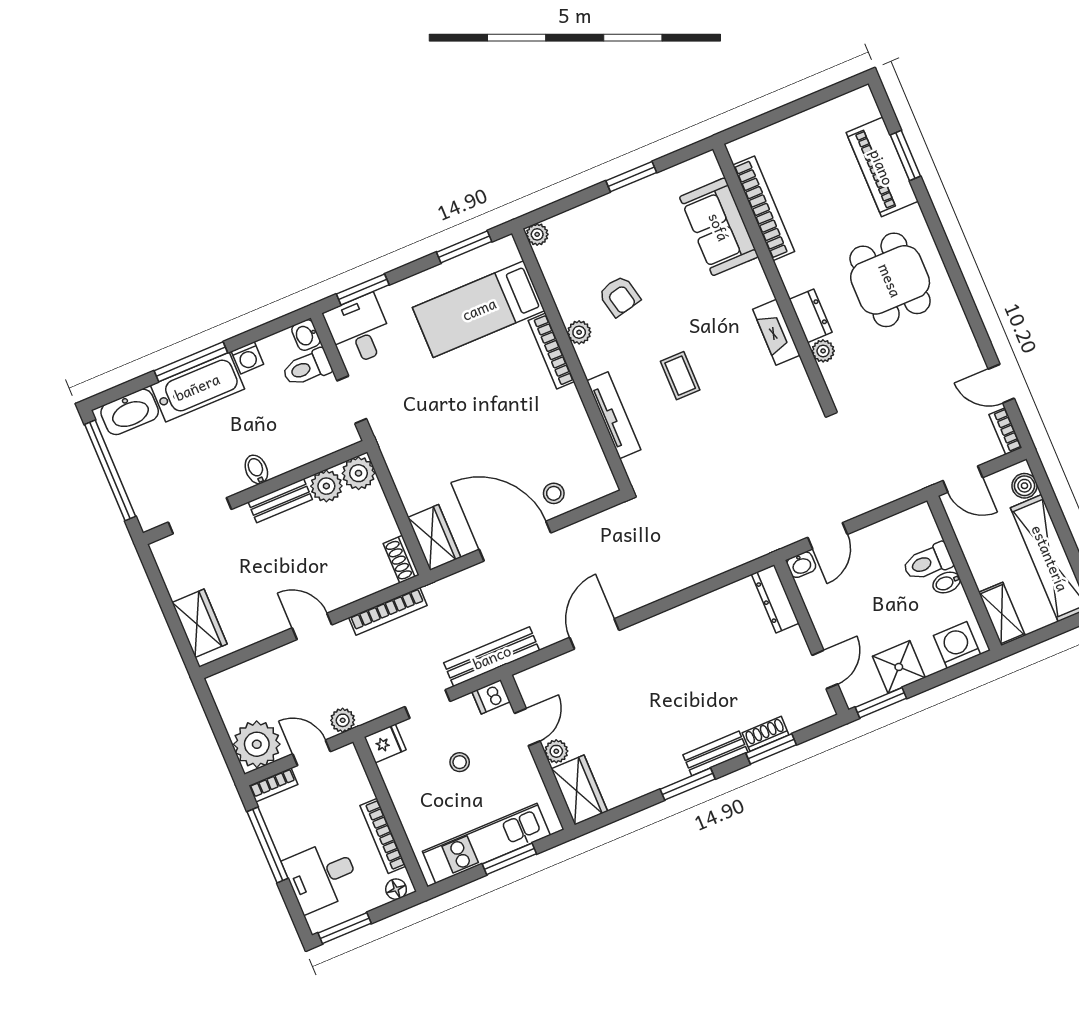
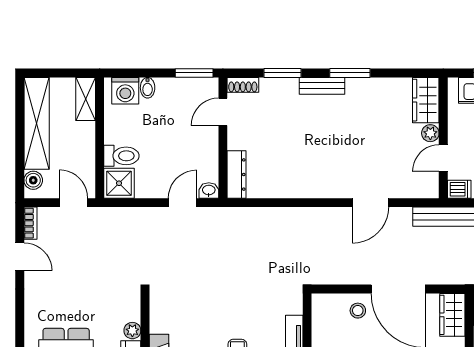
bidet: (947, 583) -> (148, 88), moved, turned 90
shower: (899, 667) -> (119, 183), moved
shoe rack: (766, 734) -> (243, 85), moved

